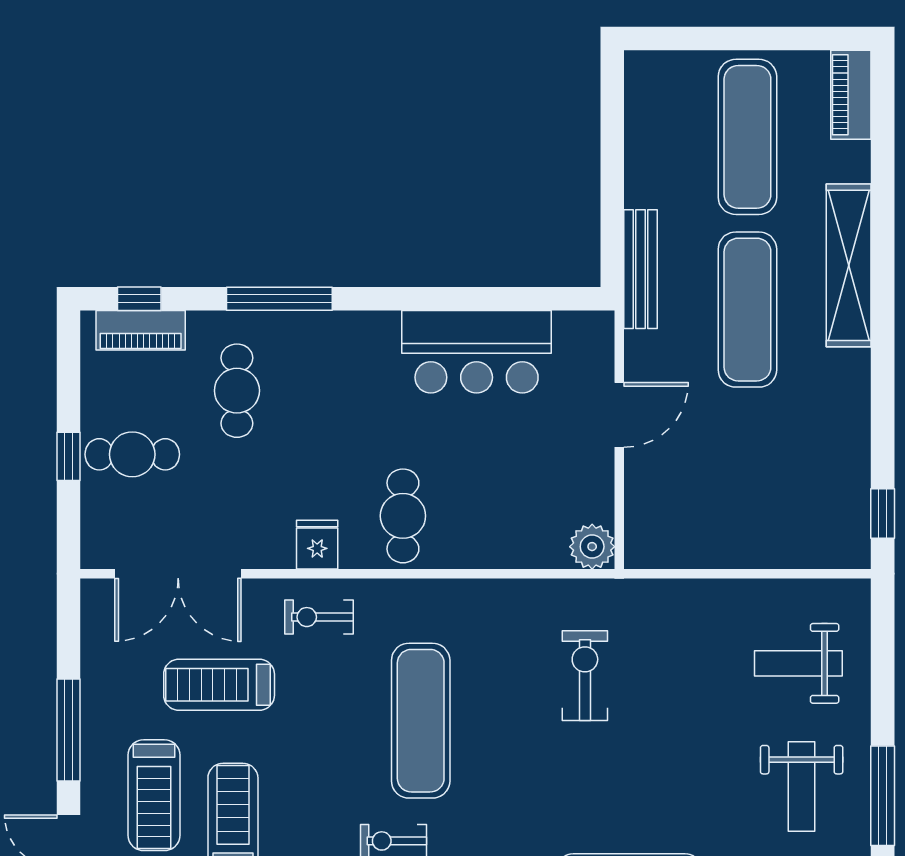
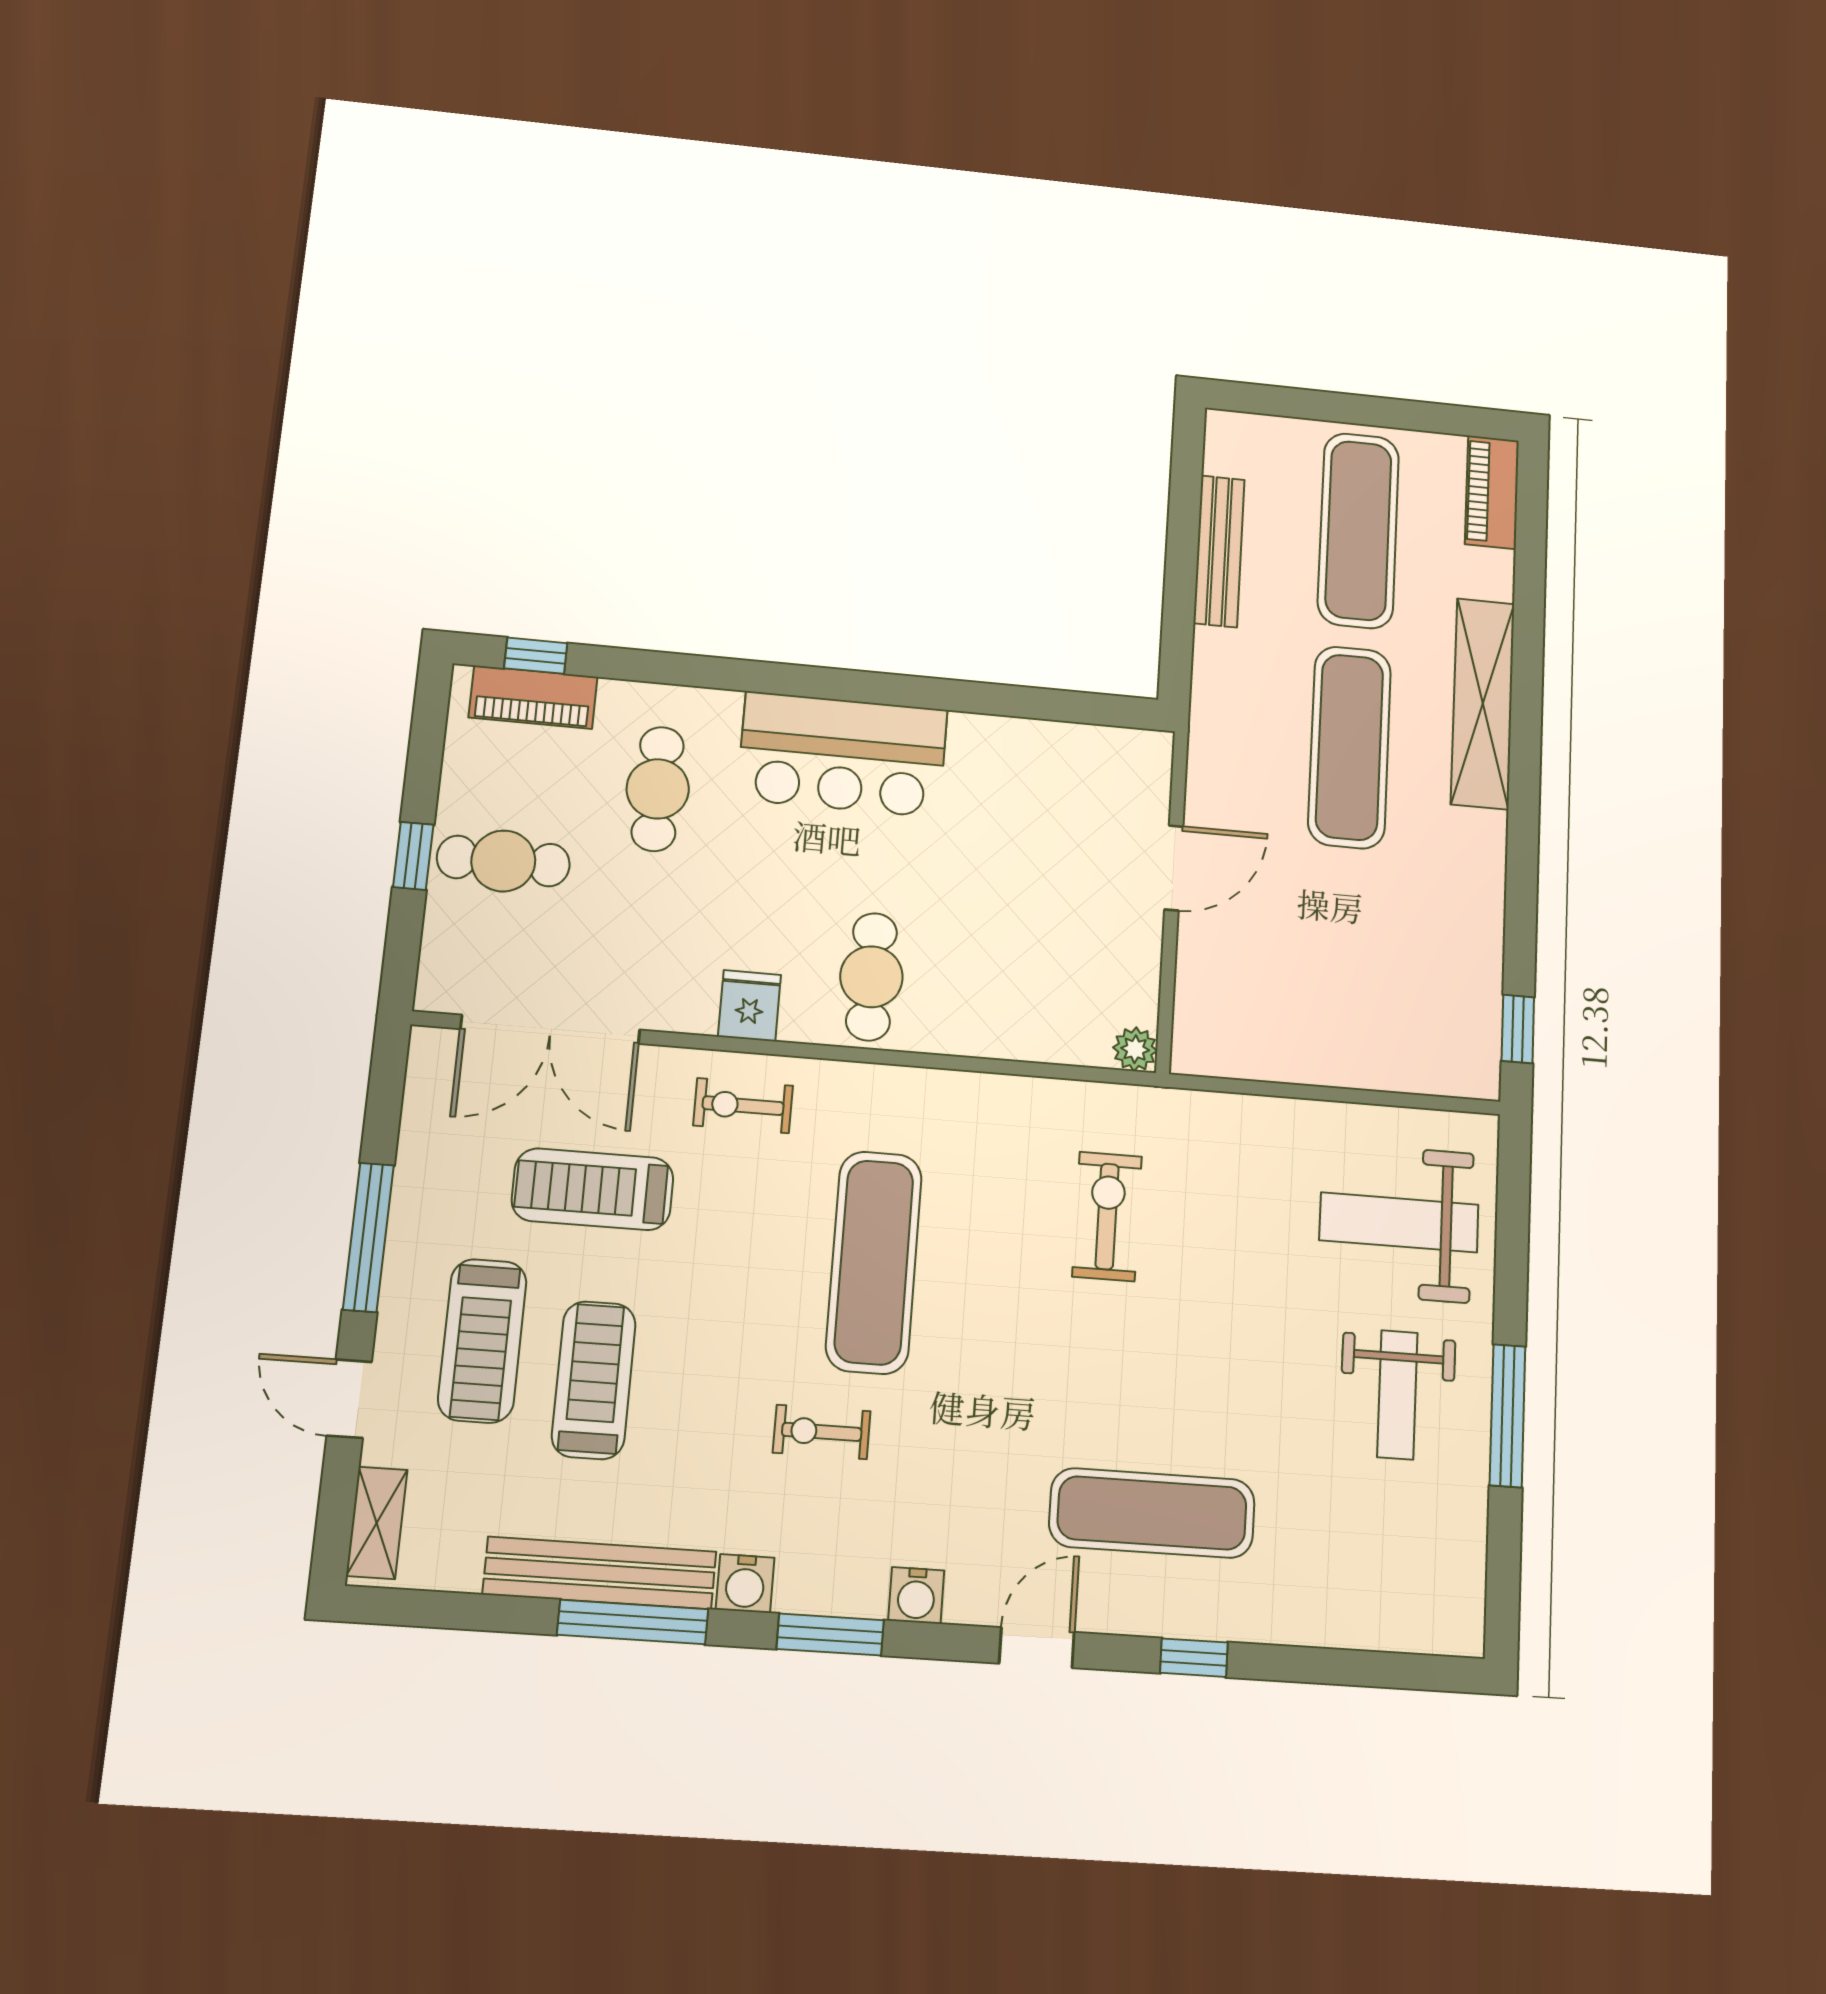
bench: (641, 269) -> (1219, 551), moved
window: (279, 299) -> (727, 674), removed
bar counter: (477, 352) -> (843, 754), moved
plant: (592, 547) -> (1135, 1049), width x0.73, depth x0.73
weight bench: (798, 663) -> (1399, 1222), width x1.36, depth x1.33

